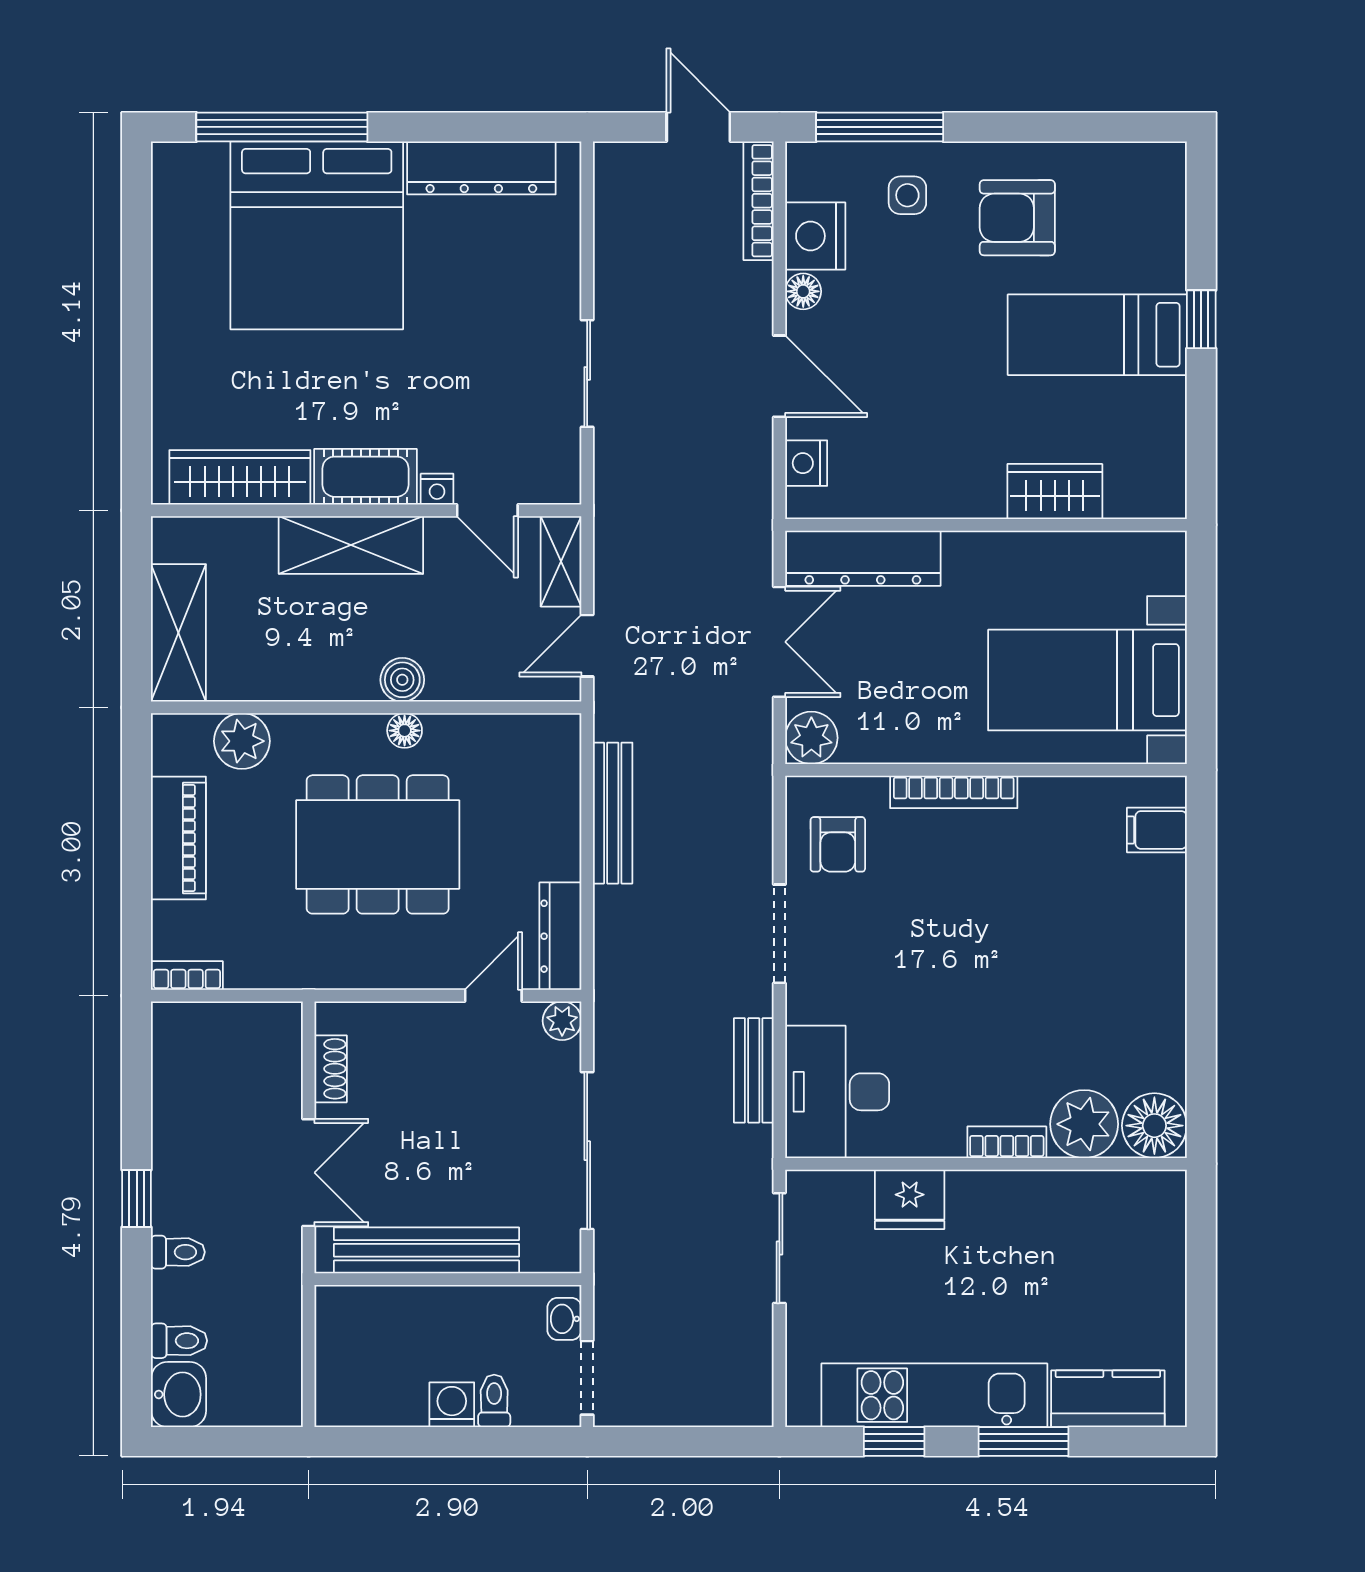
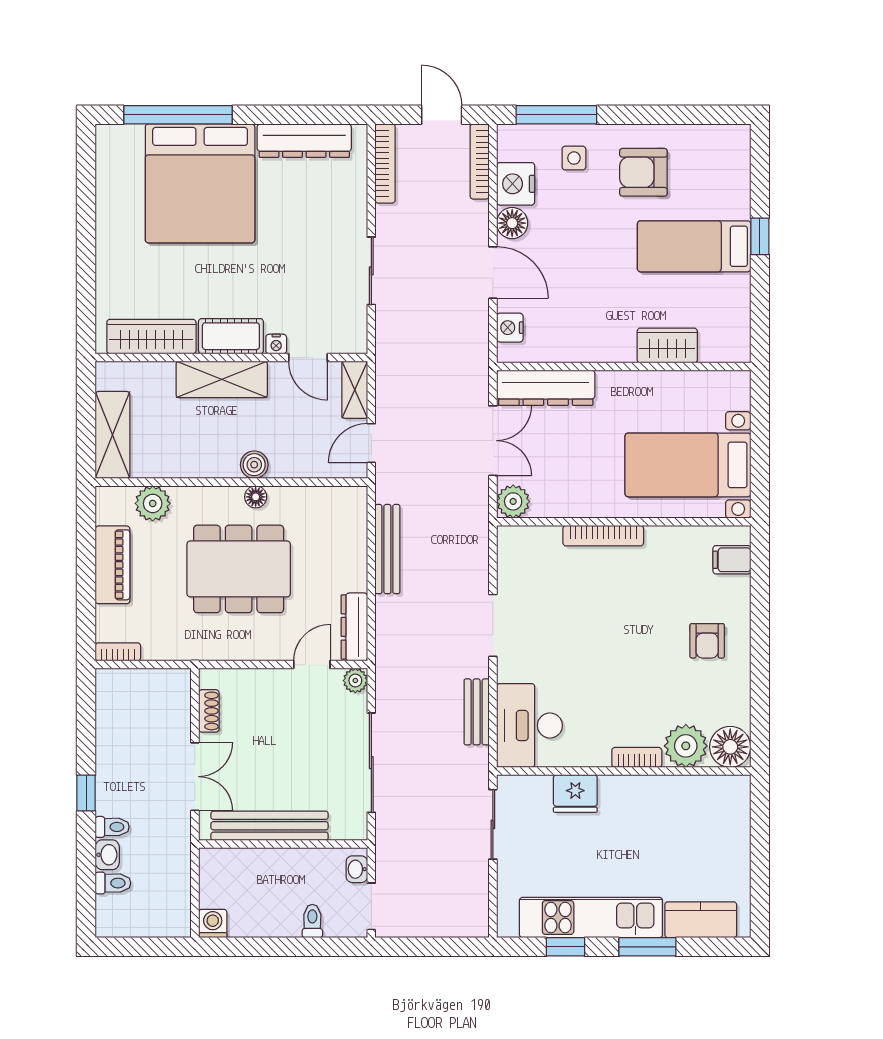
bookcase: (609, 204) -> (385, 164), added
floor lamp: (803, 291) -> (512, 223), width x1.37, depth x1.37
armchair: (838, 844) -> (707, 641), moved
washbasin: (179, 1394) -> (107, 855), moved, width x0.72, depth x0.69
washing machine: (452, 1405) -> (213, 923), moved

